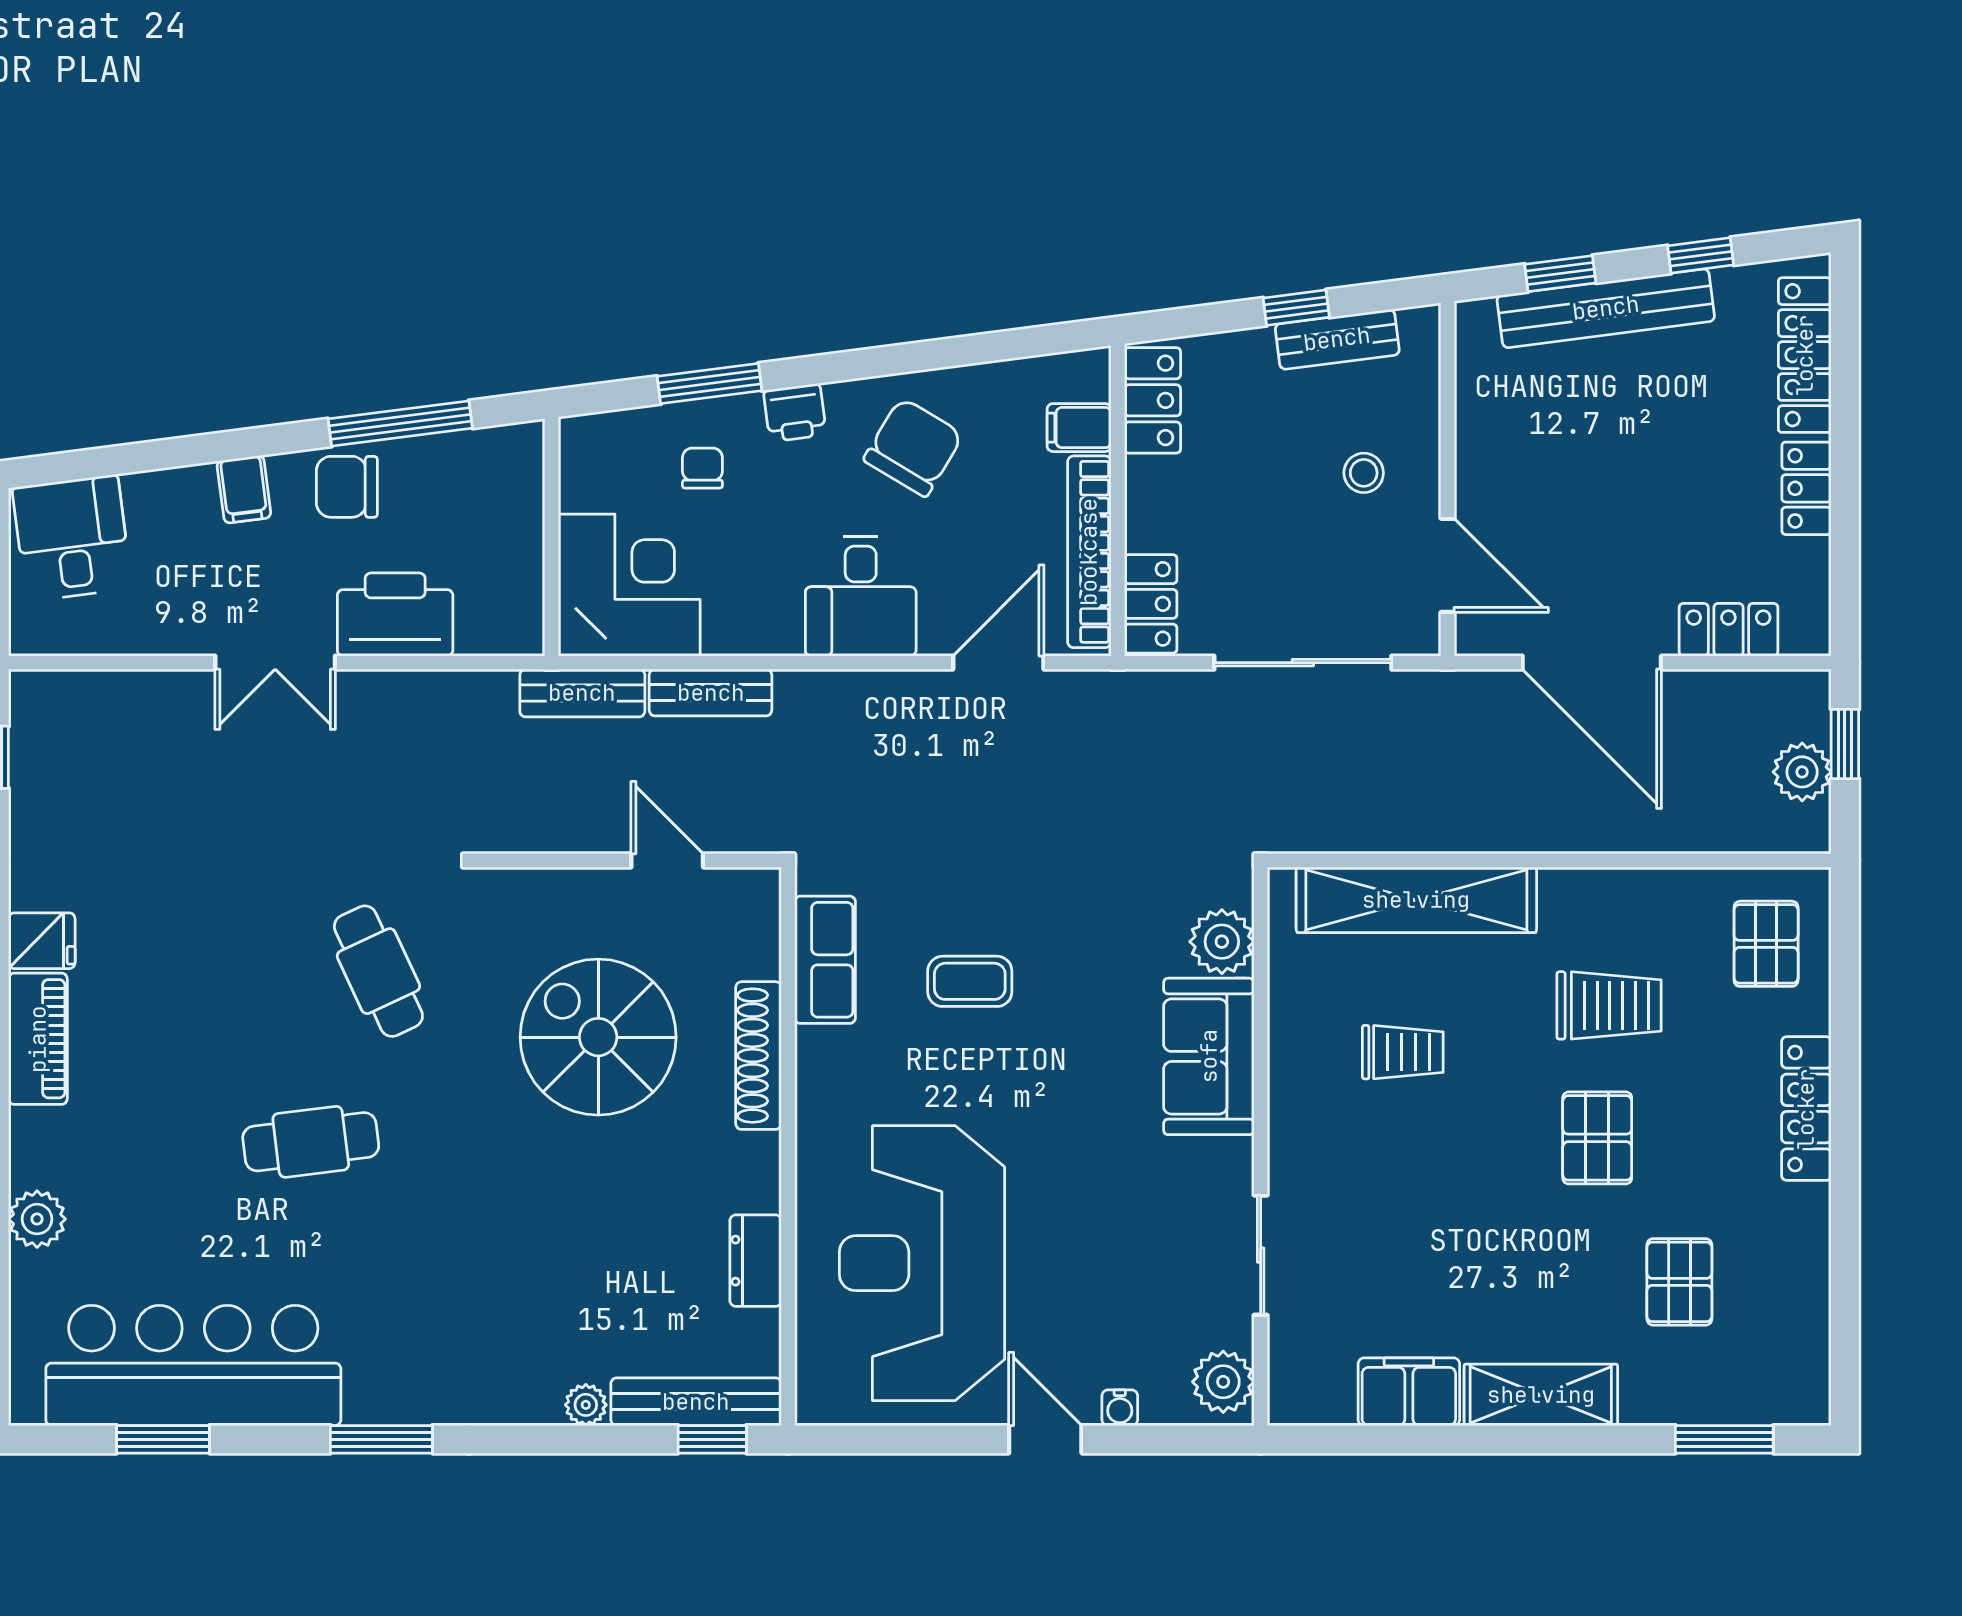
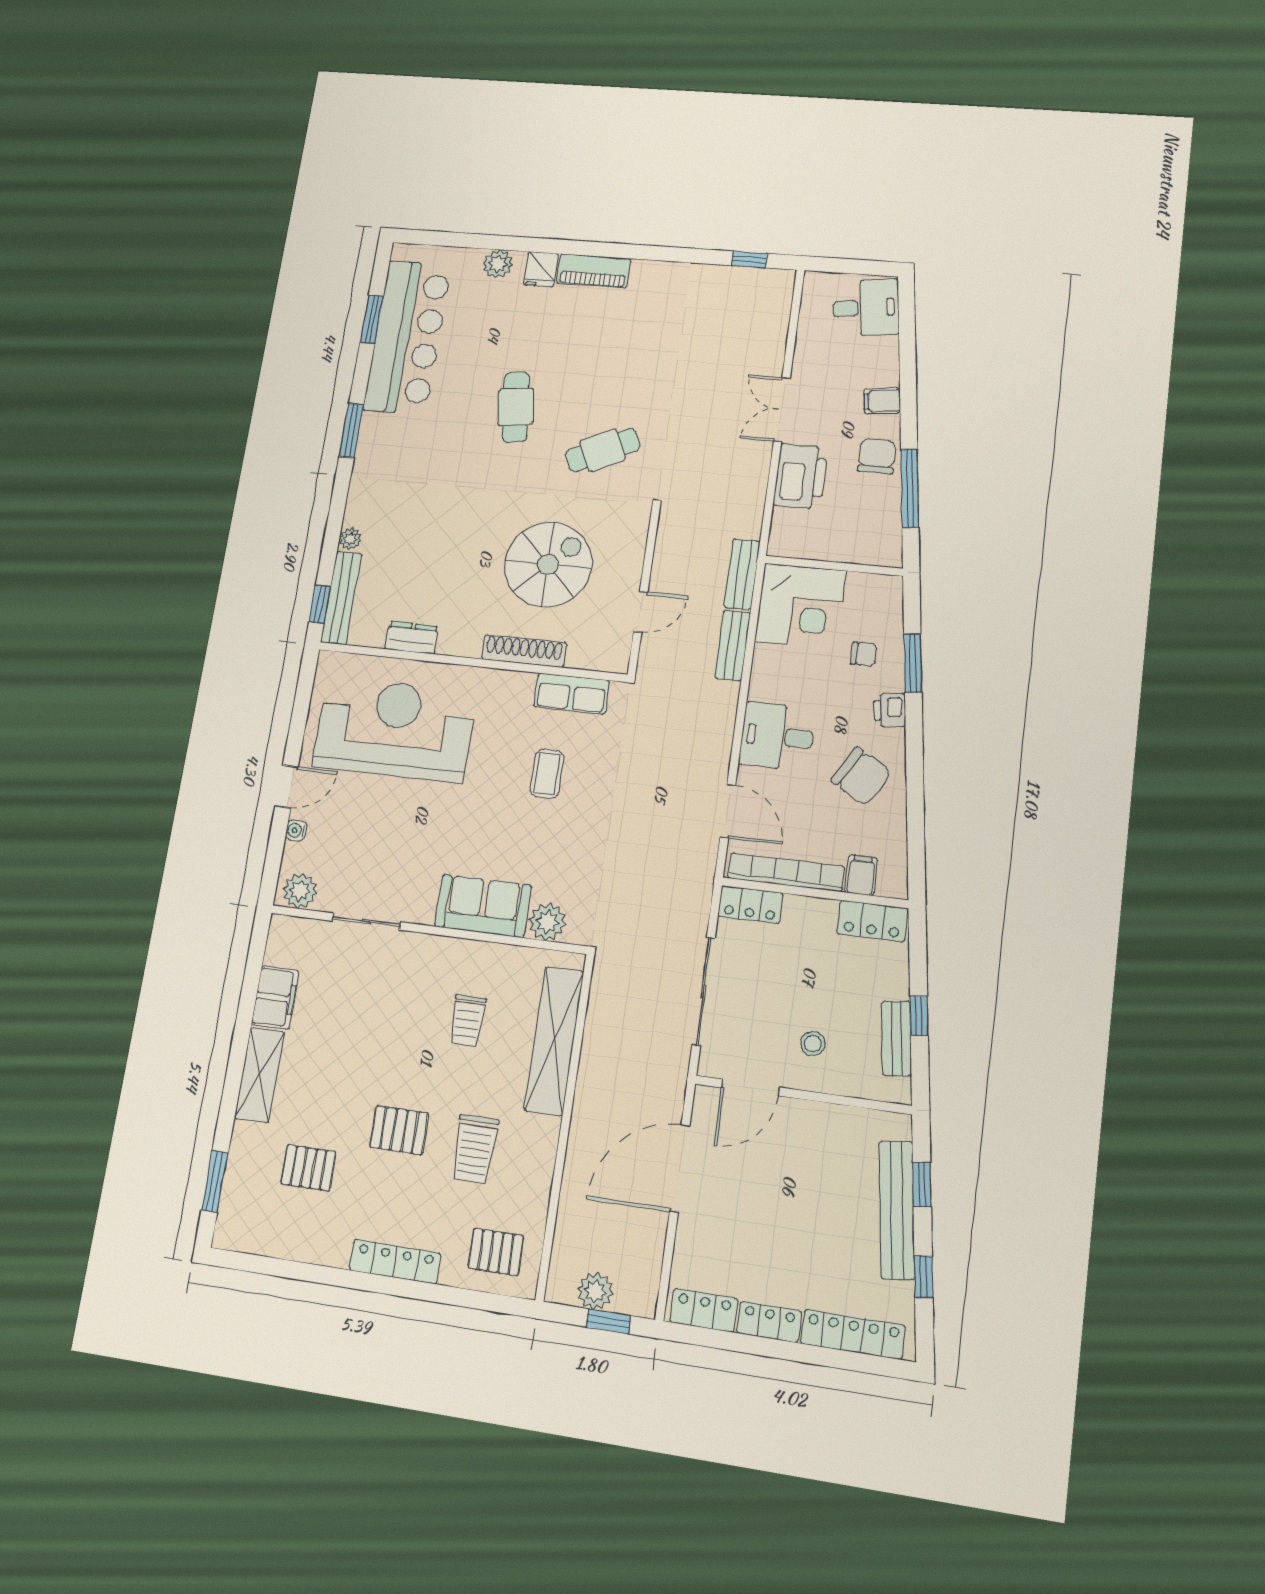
locker: (1728, 630) -> (704, 1310), moved, turned -90
fridge: (42, 941) -> (541, 269), moved

